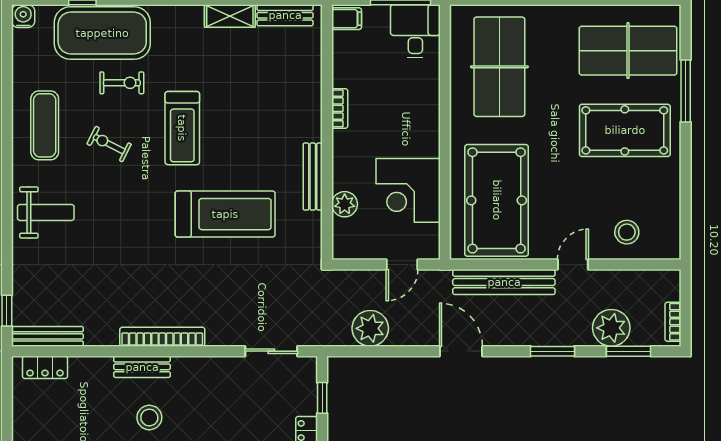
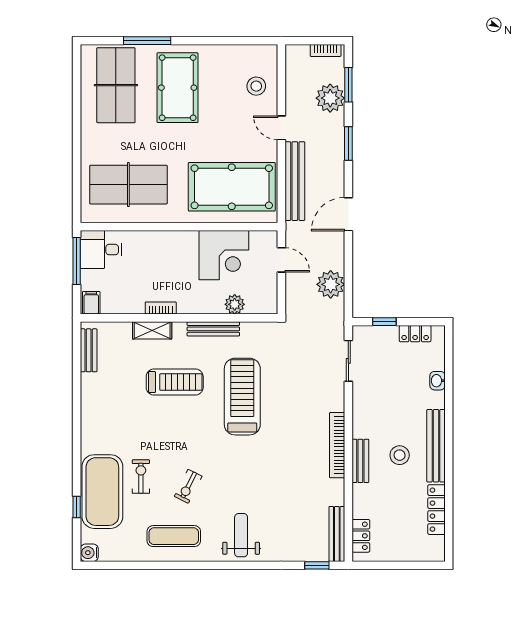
shelving: (230, 16) -> (152, 330), moved, turned 90
treadmill: (182, 128) -> (175, 382), moved

